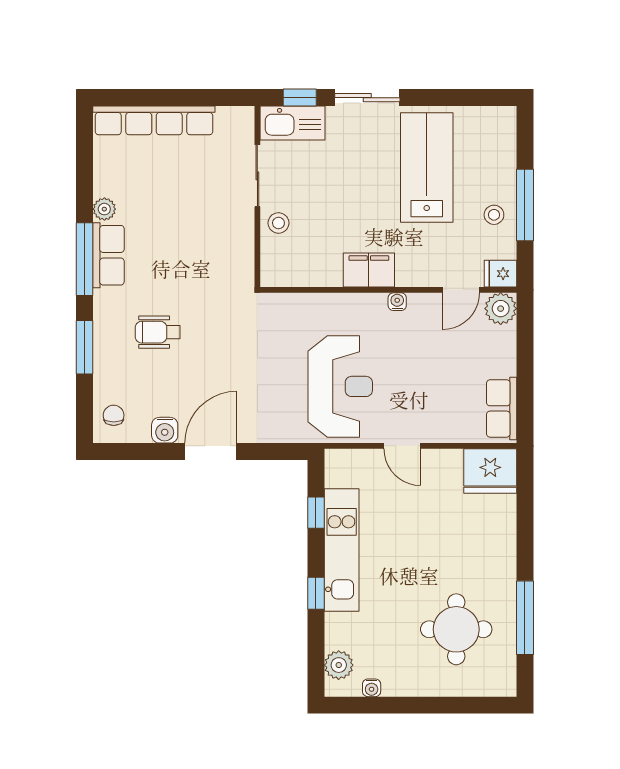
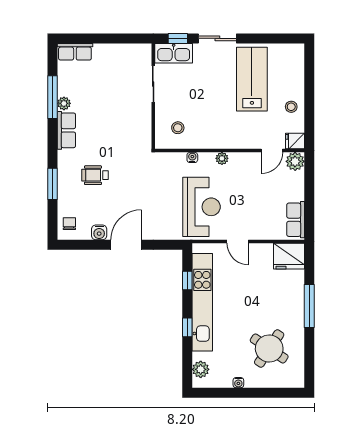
row of seats: (154, 120) -> (75, 52), width x0.50
window: (525, 205) -> (309, 101), removed
stool: (278, 223) -> (178, 128), moved
window: (85, 259) -> (52, 97), moved
filing cabinet: (369, 270) -> (218, 139), removed
water cooler: (397, 302) -> (192, 157), moved
plant: (375, 303) -> (222, 158), added
kitchen unit: (342, 550) -> (202, 302), width x1.36
window: (525, 618) -> (309, 306), moved
round table: (456, 629) -> (269, 348), turned 34
water cooler: (372, 688) -> (238, 383), moved

